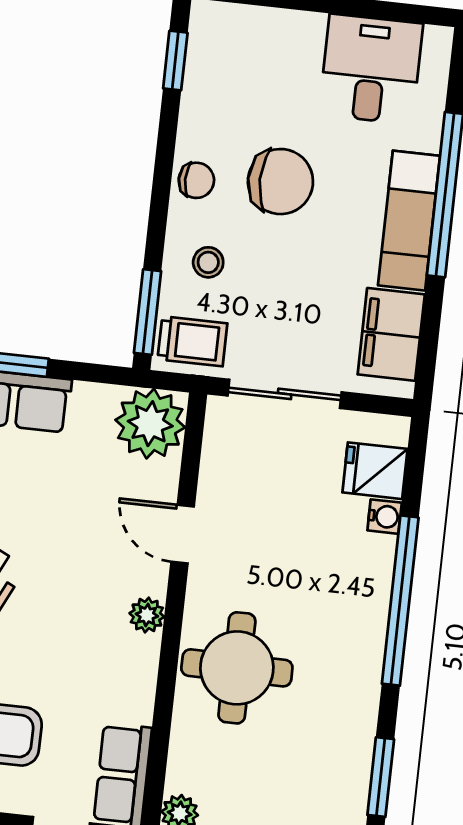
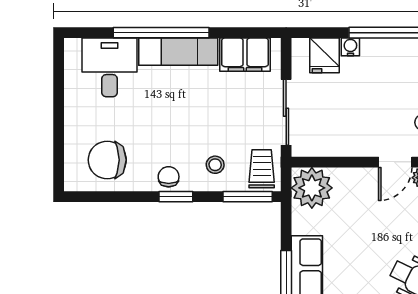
window: (175, 61) -> (176, 197), moved
desk: (371, 69) -> (110, 67), moved, turned 90
chair: (280, 182) -> (107, 160), moved, turned -90
door: (183, 534) -> (395, 162), moved

